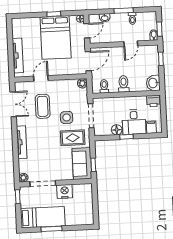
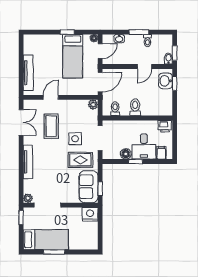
bed: (56, 37) -> (73, 56), width x0.67
washbasin: (153, 83) -> (166, 81), moved
nightstand: (65, 191) -> (90, 214), moved

